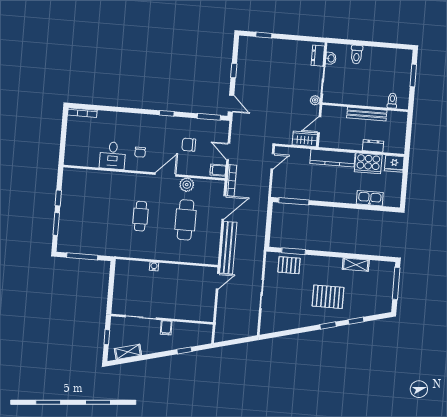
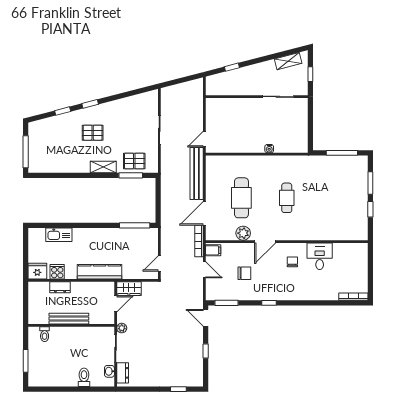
cooker: (368, 163) -> (57, 272), width x0.53, depth x0.76
shelving: (356, 265) -> (103, 167), moved
pallet: (328, 297) -> (93, 133), width x0.67, depth x0.71
filing cabinet: (166, 328) -> (252, 88), removed

